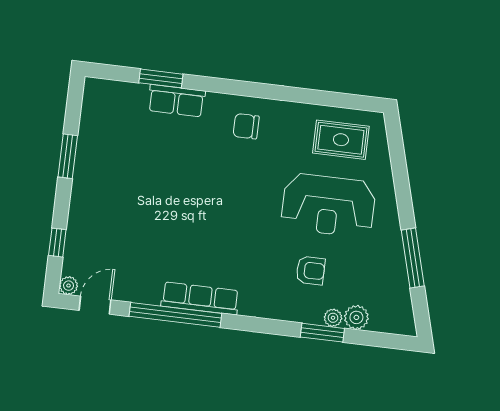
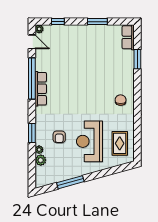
row of seats: (176, 101) -> (128, 37), moved
window: (322, 333) -> (32, 133), moved

